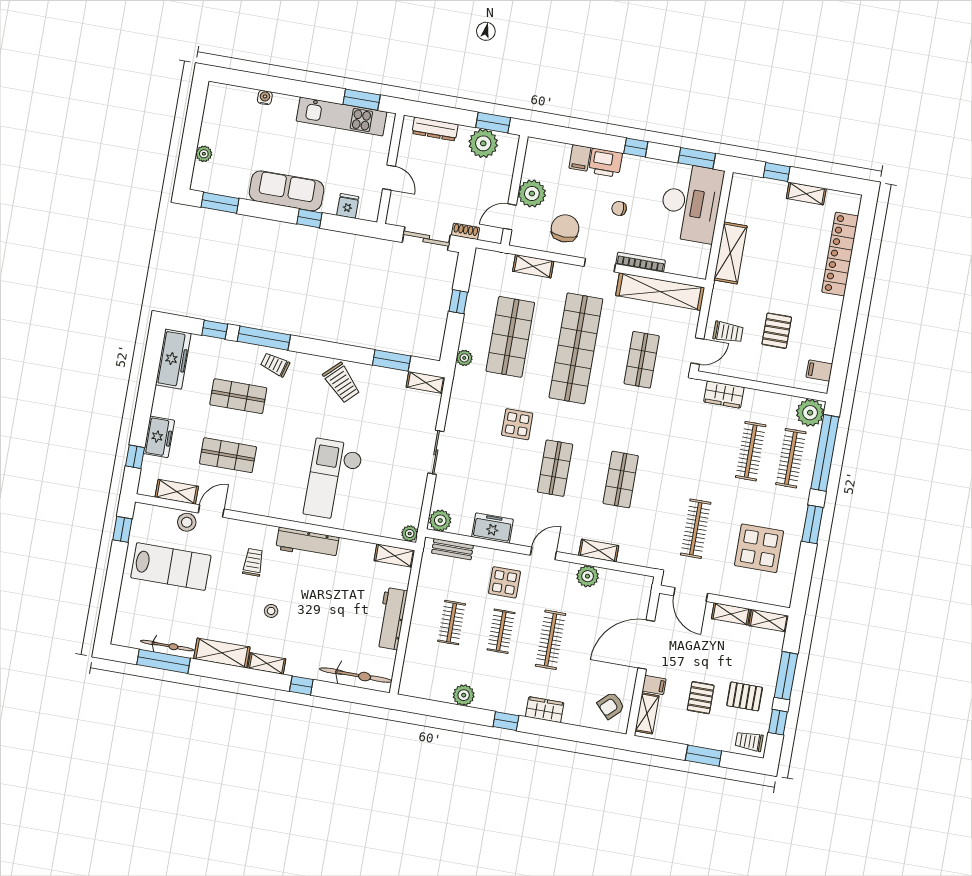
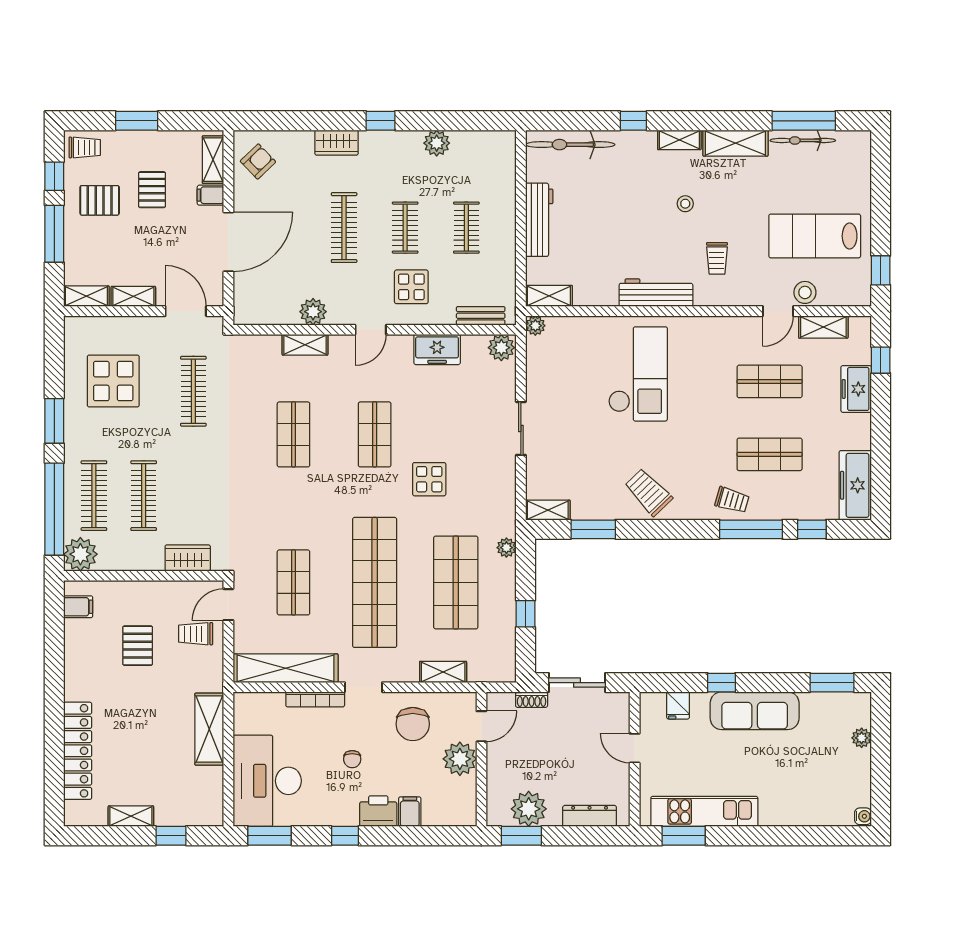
water cooler: (265, 97) -> (863, 816), moved, turned -90
chair: (619, 208) -> (352, 759), turned 90

